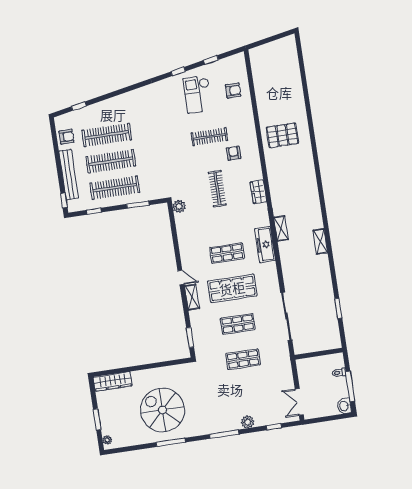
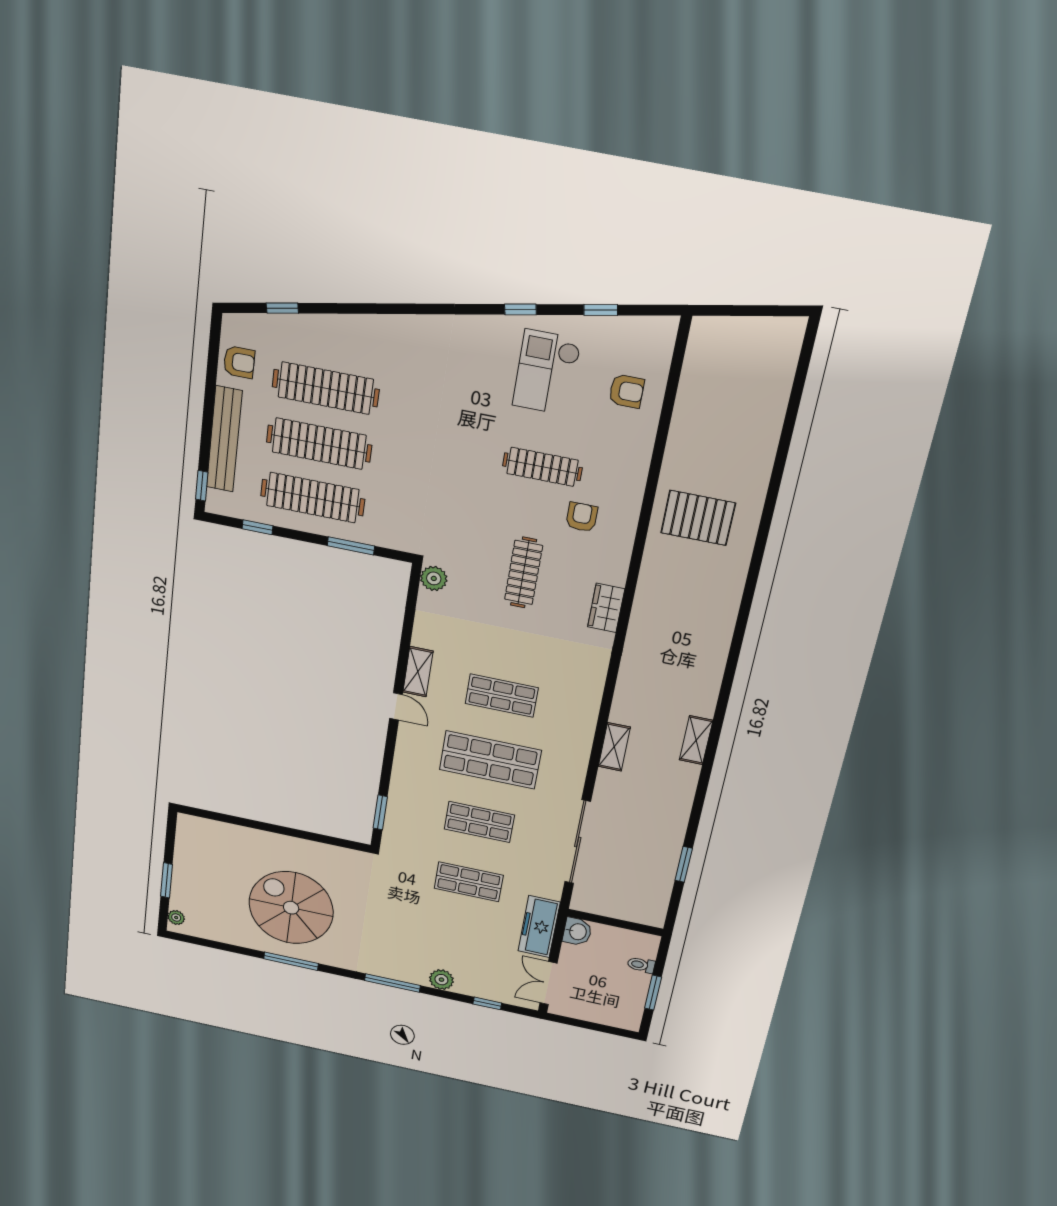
shelving: (281, 228) -> (614, 747), moved
freezer: (265, 245) -> (539, 927), moved
shelving: (192, 297) -> (418, 672), moved
wardrobe: (113, 381) -> (212, 832), removed
window: (350, 386) -> (653, 993), width x0.69
washbasin: (344, 406) -> (577, 932), moved, turned 180

